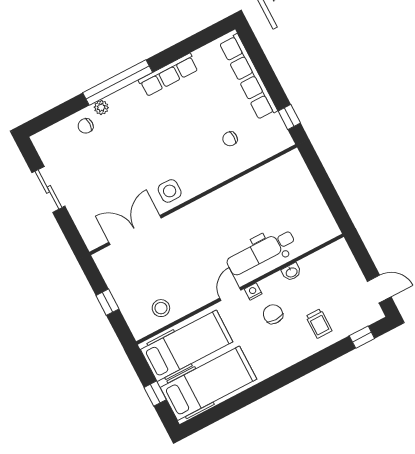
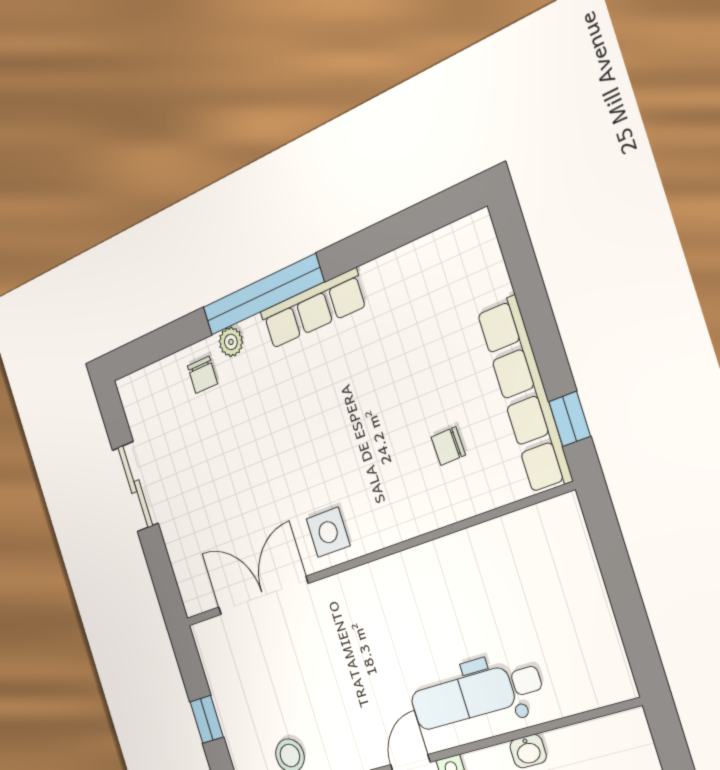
row of seats: (168, 75) -> (313, 309), moved
row of seats: (248, 77) -> (525, 395), moved
chair: (86, 126) -> (203, 375), turned -90

